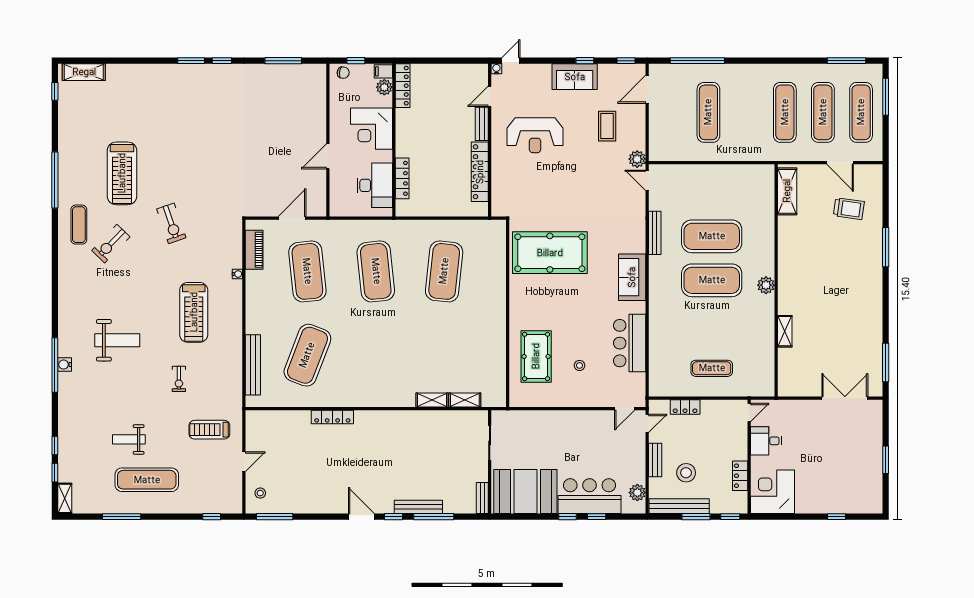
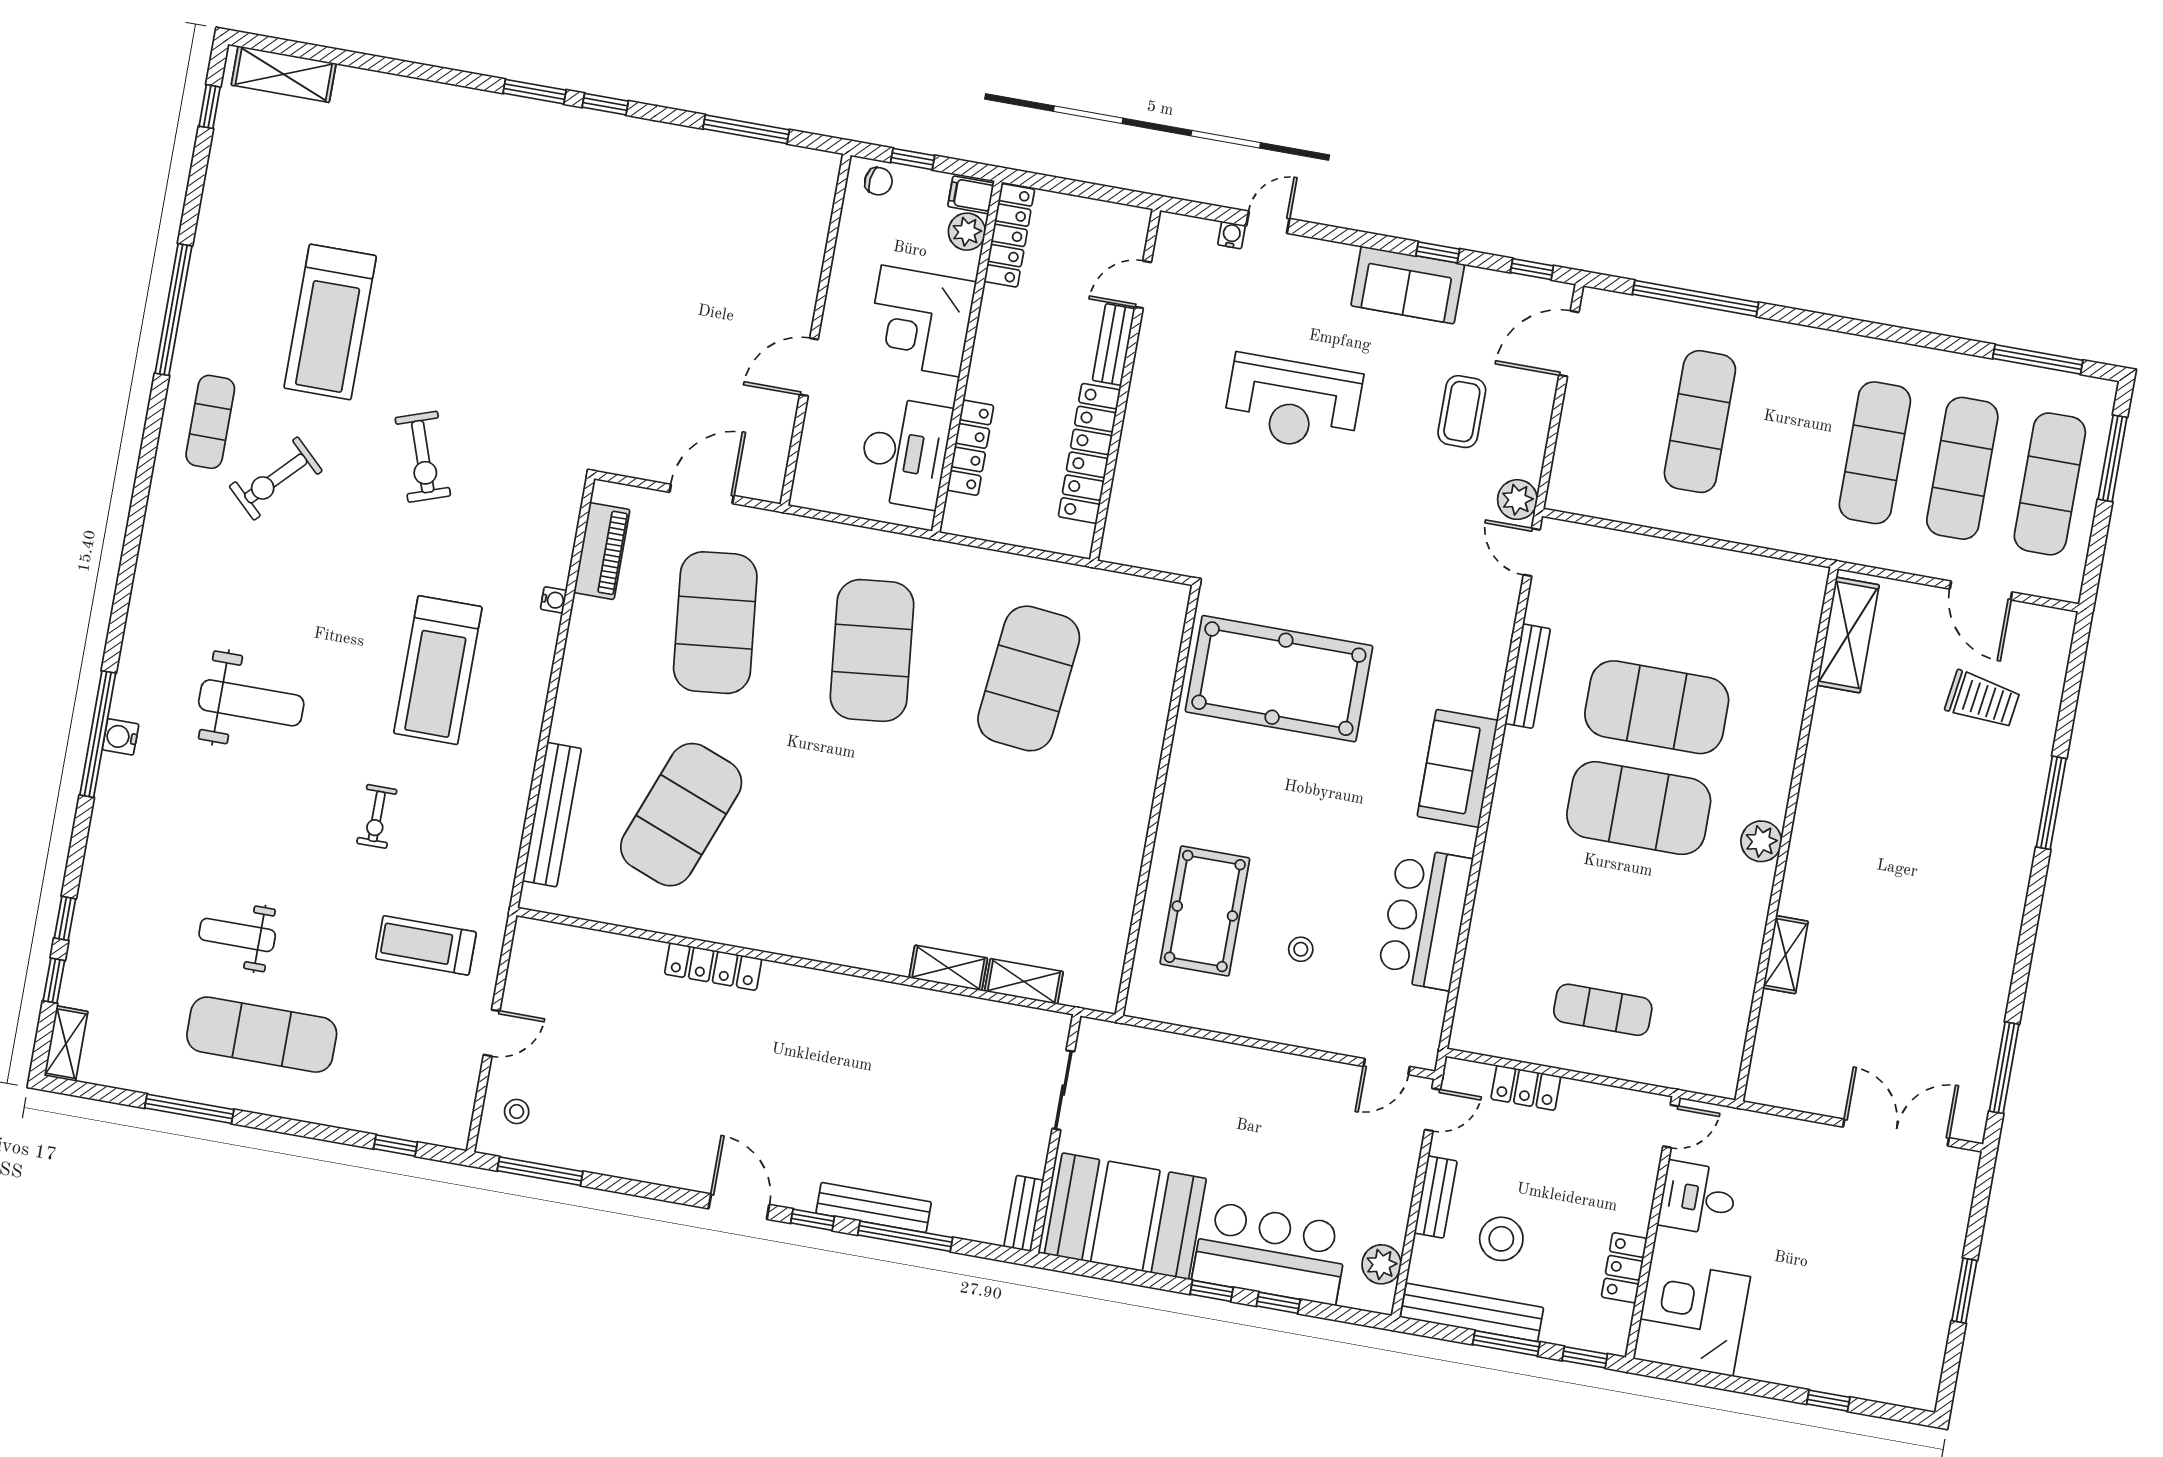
door: (490, 96) -> (1143, 285), moved
bench: (482, 124) -> (1114, 344), moved
wall: (490, 140) -> (1125, 385), moved
locker: (480, 172) -> (1089, 453), moved

